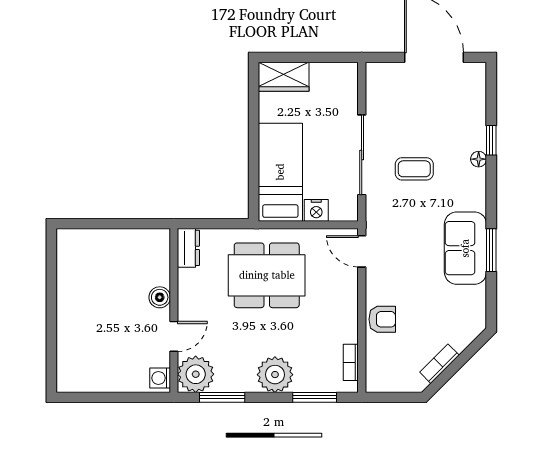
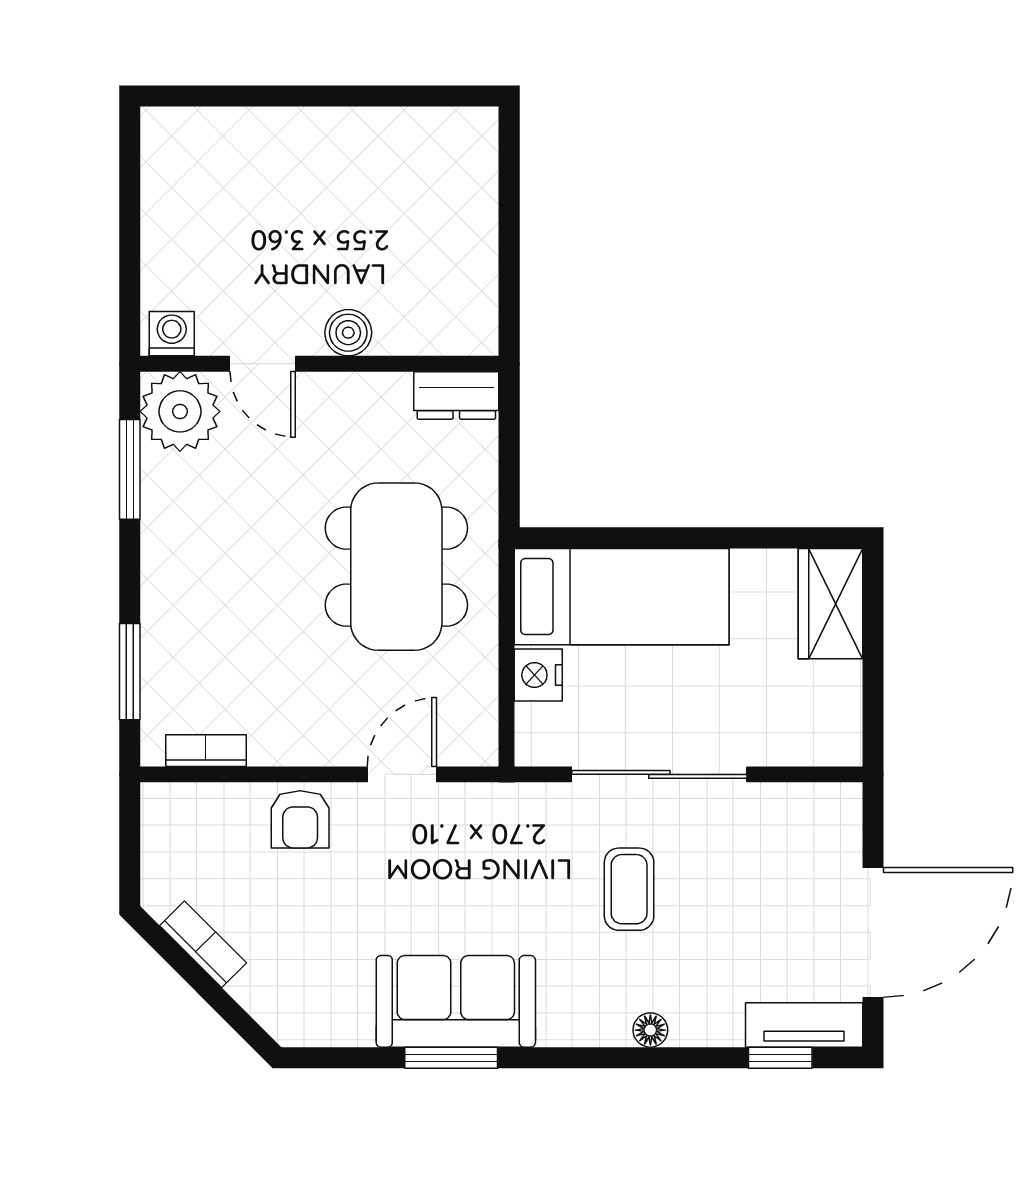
tv unit: (476, 89) -> (804, 1025), added
window: (491, 140) -> (780, 1058), moved
door: (362, 251) -> (402, 774), moved
plant: (275, 375) -> (179, 585), removed

